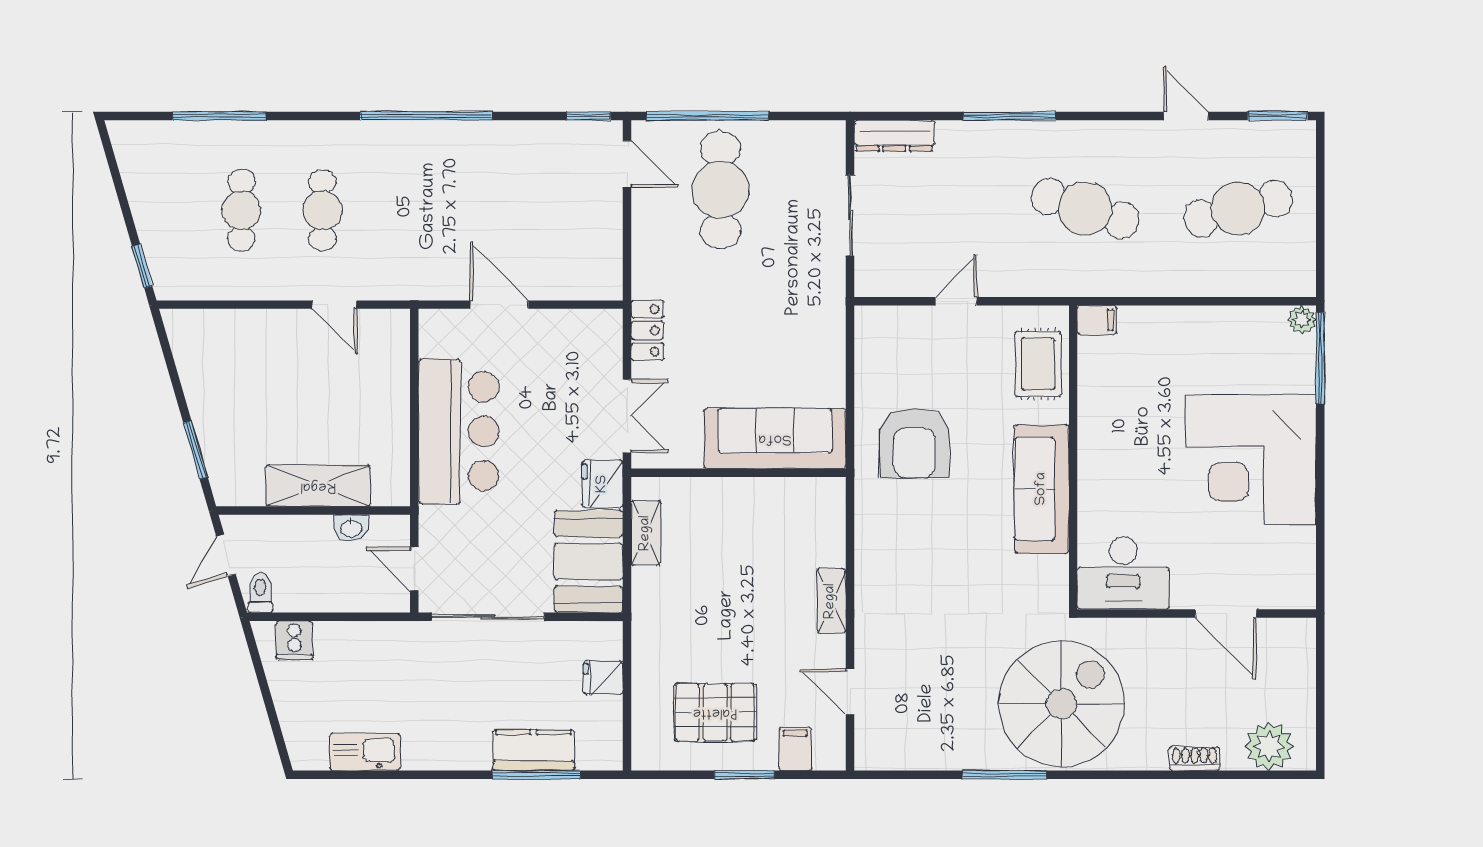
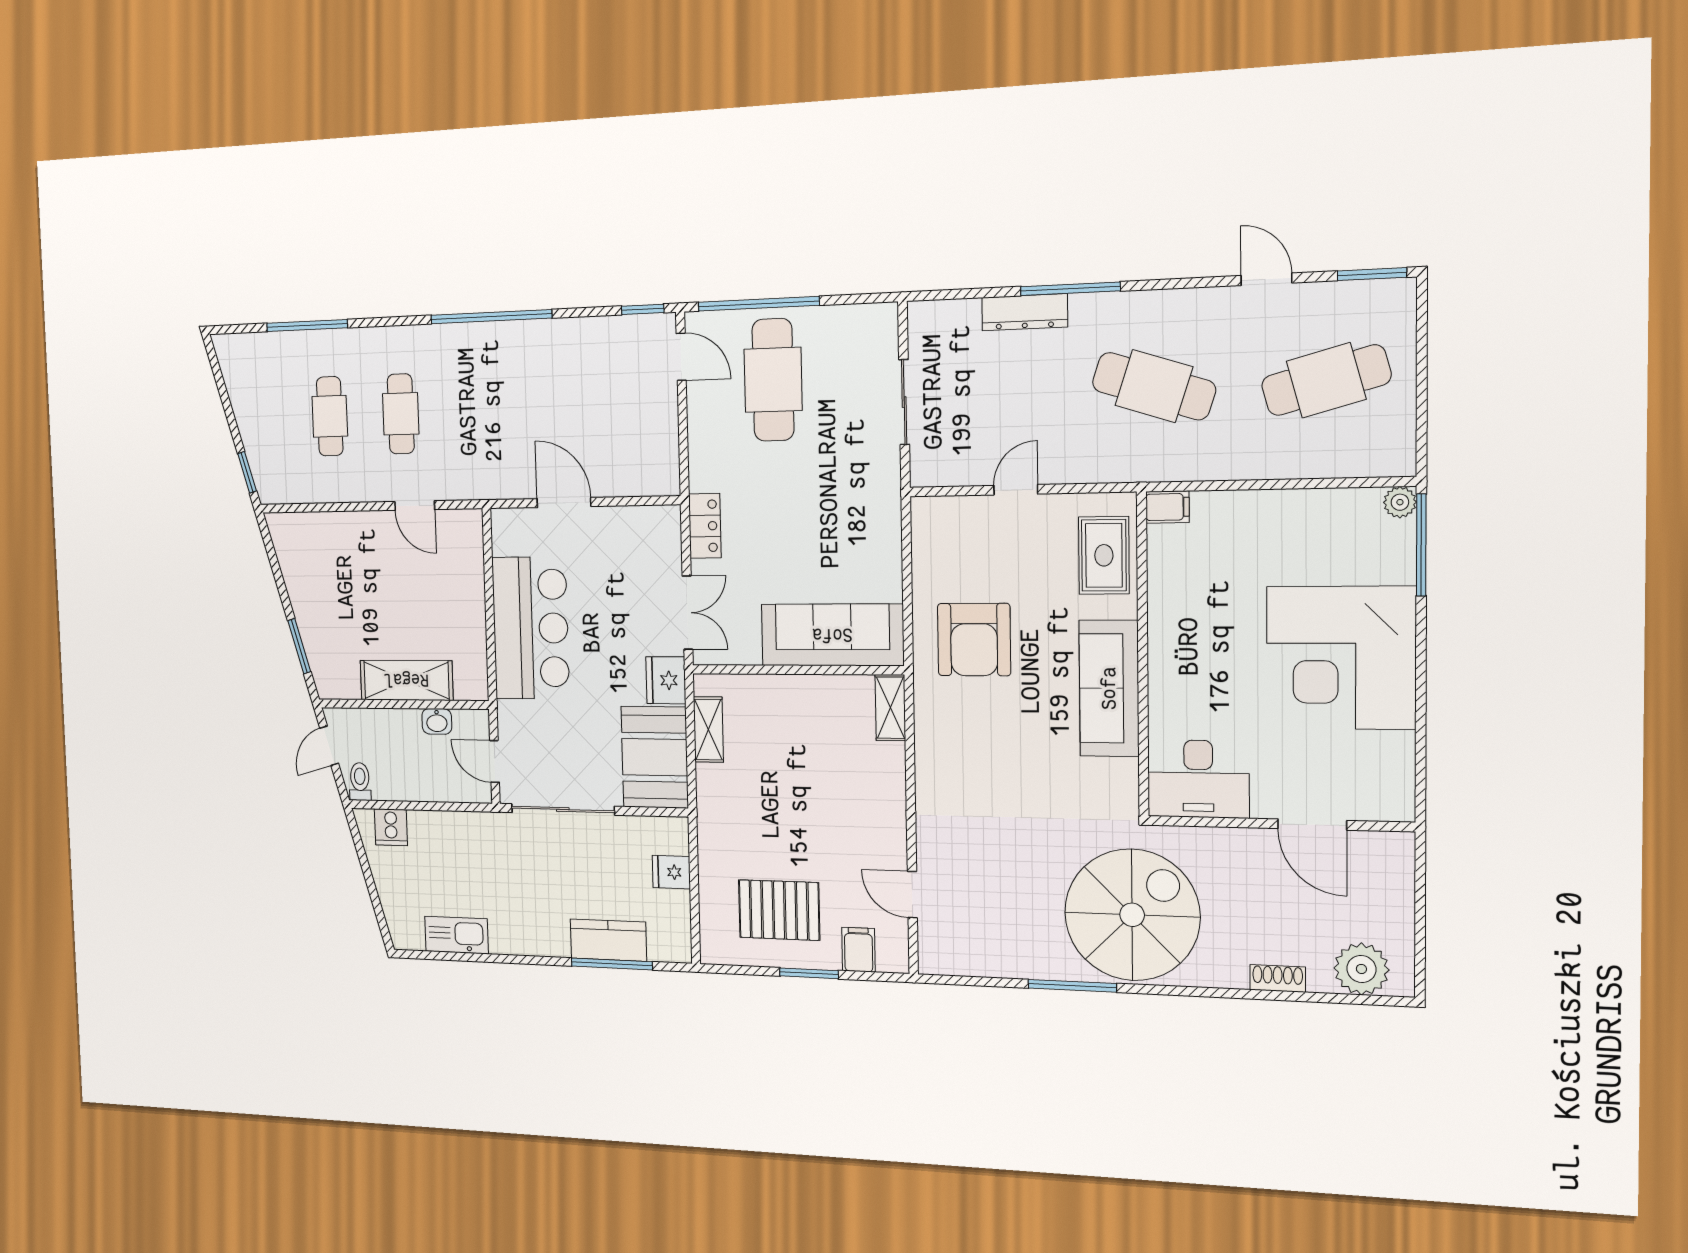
dresser: (894, 136) -> (1025, 312), moved
shelving: (831, 601) -> (890, 708), moved

